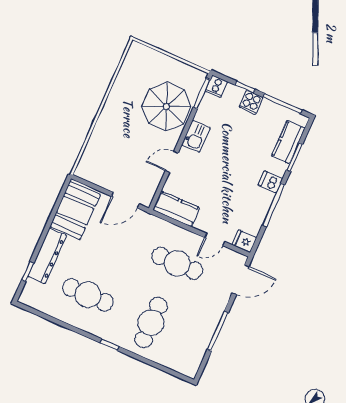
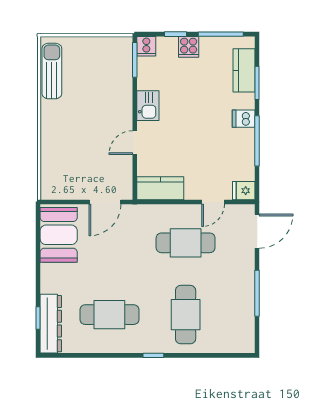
sun lounger: (129, 72) -> (52, 71), added
parasol: (166, 106) -> (105, 89), removed
dresser: (47, 256) -> (51, 324), moved

